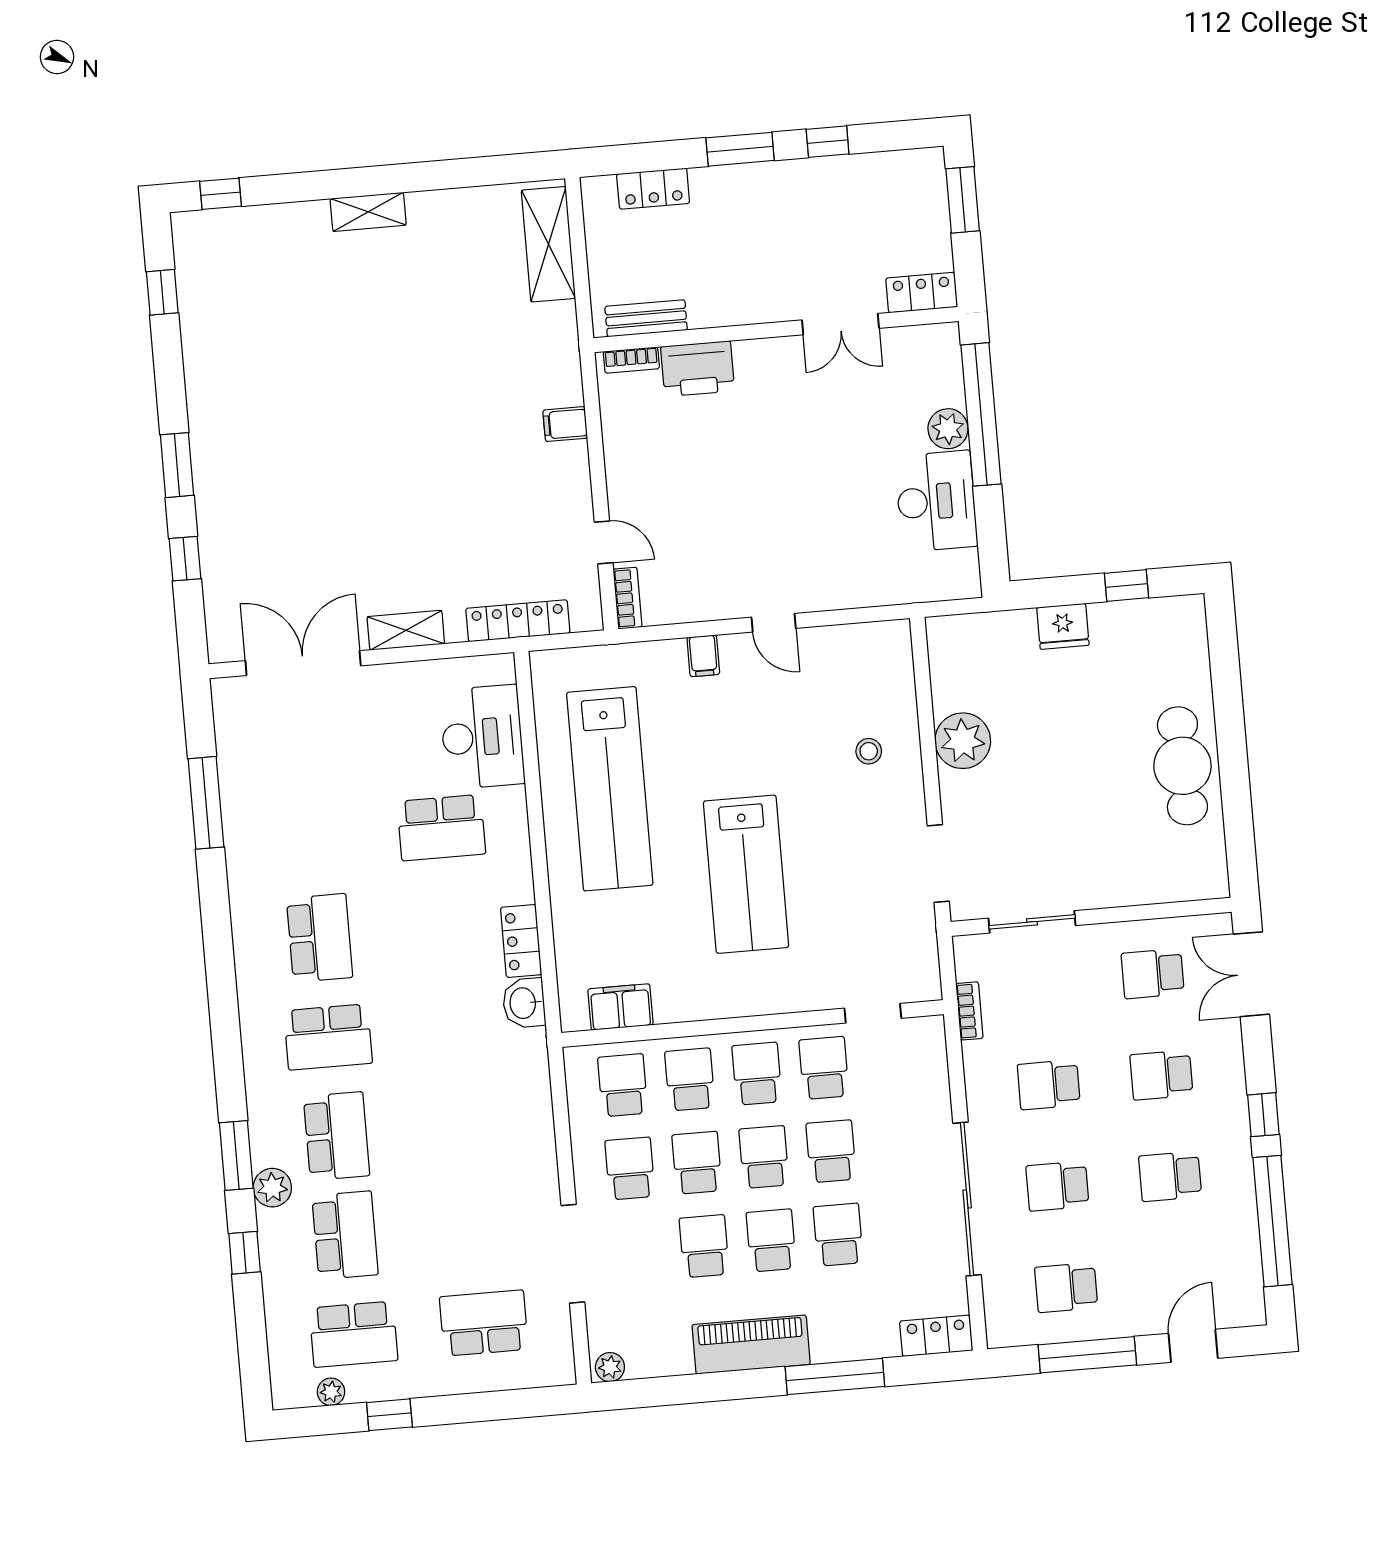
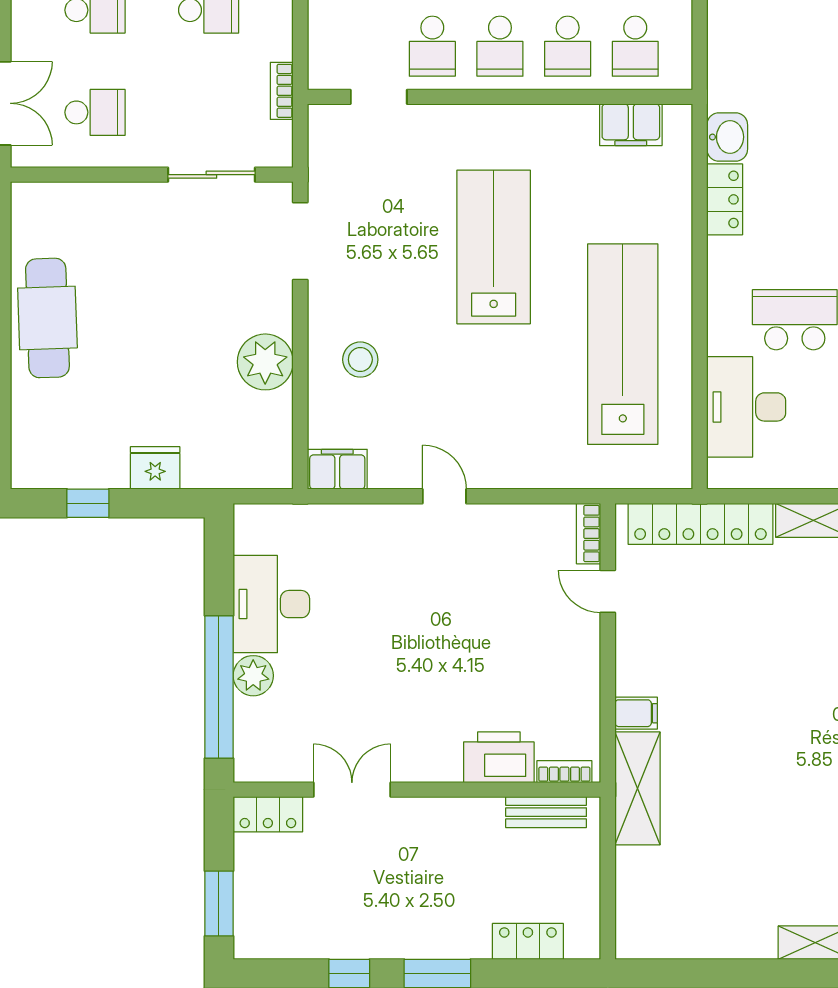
shelving: (548, 244) -> (637, 788), moved
locker: (518, 621) -> (700, 524), width x1.41, depth x1.21
filing cabinet: (703, 656) -> (337, 469), moved, width x2.00
stool: (869, 751) -> (360, 360), width x1.37, depth x1.37

